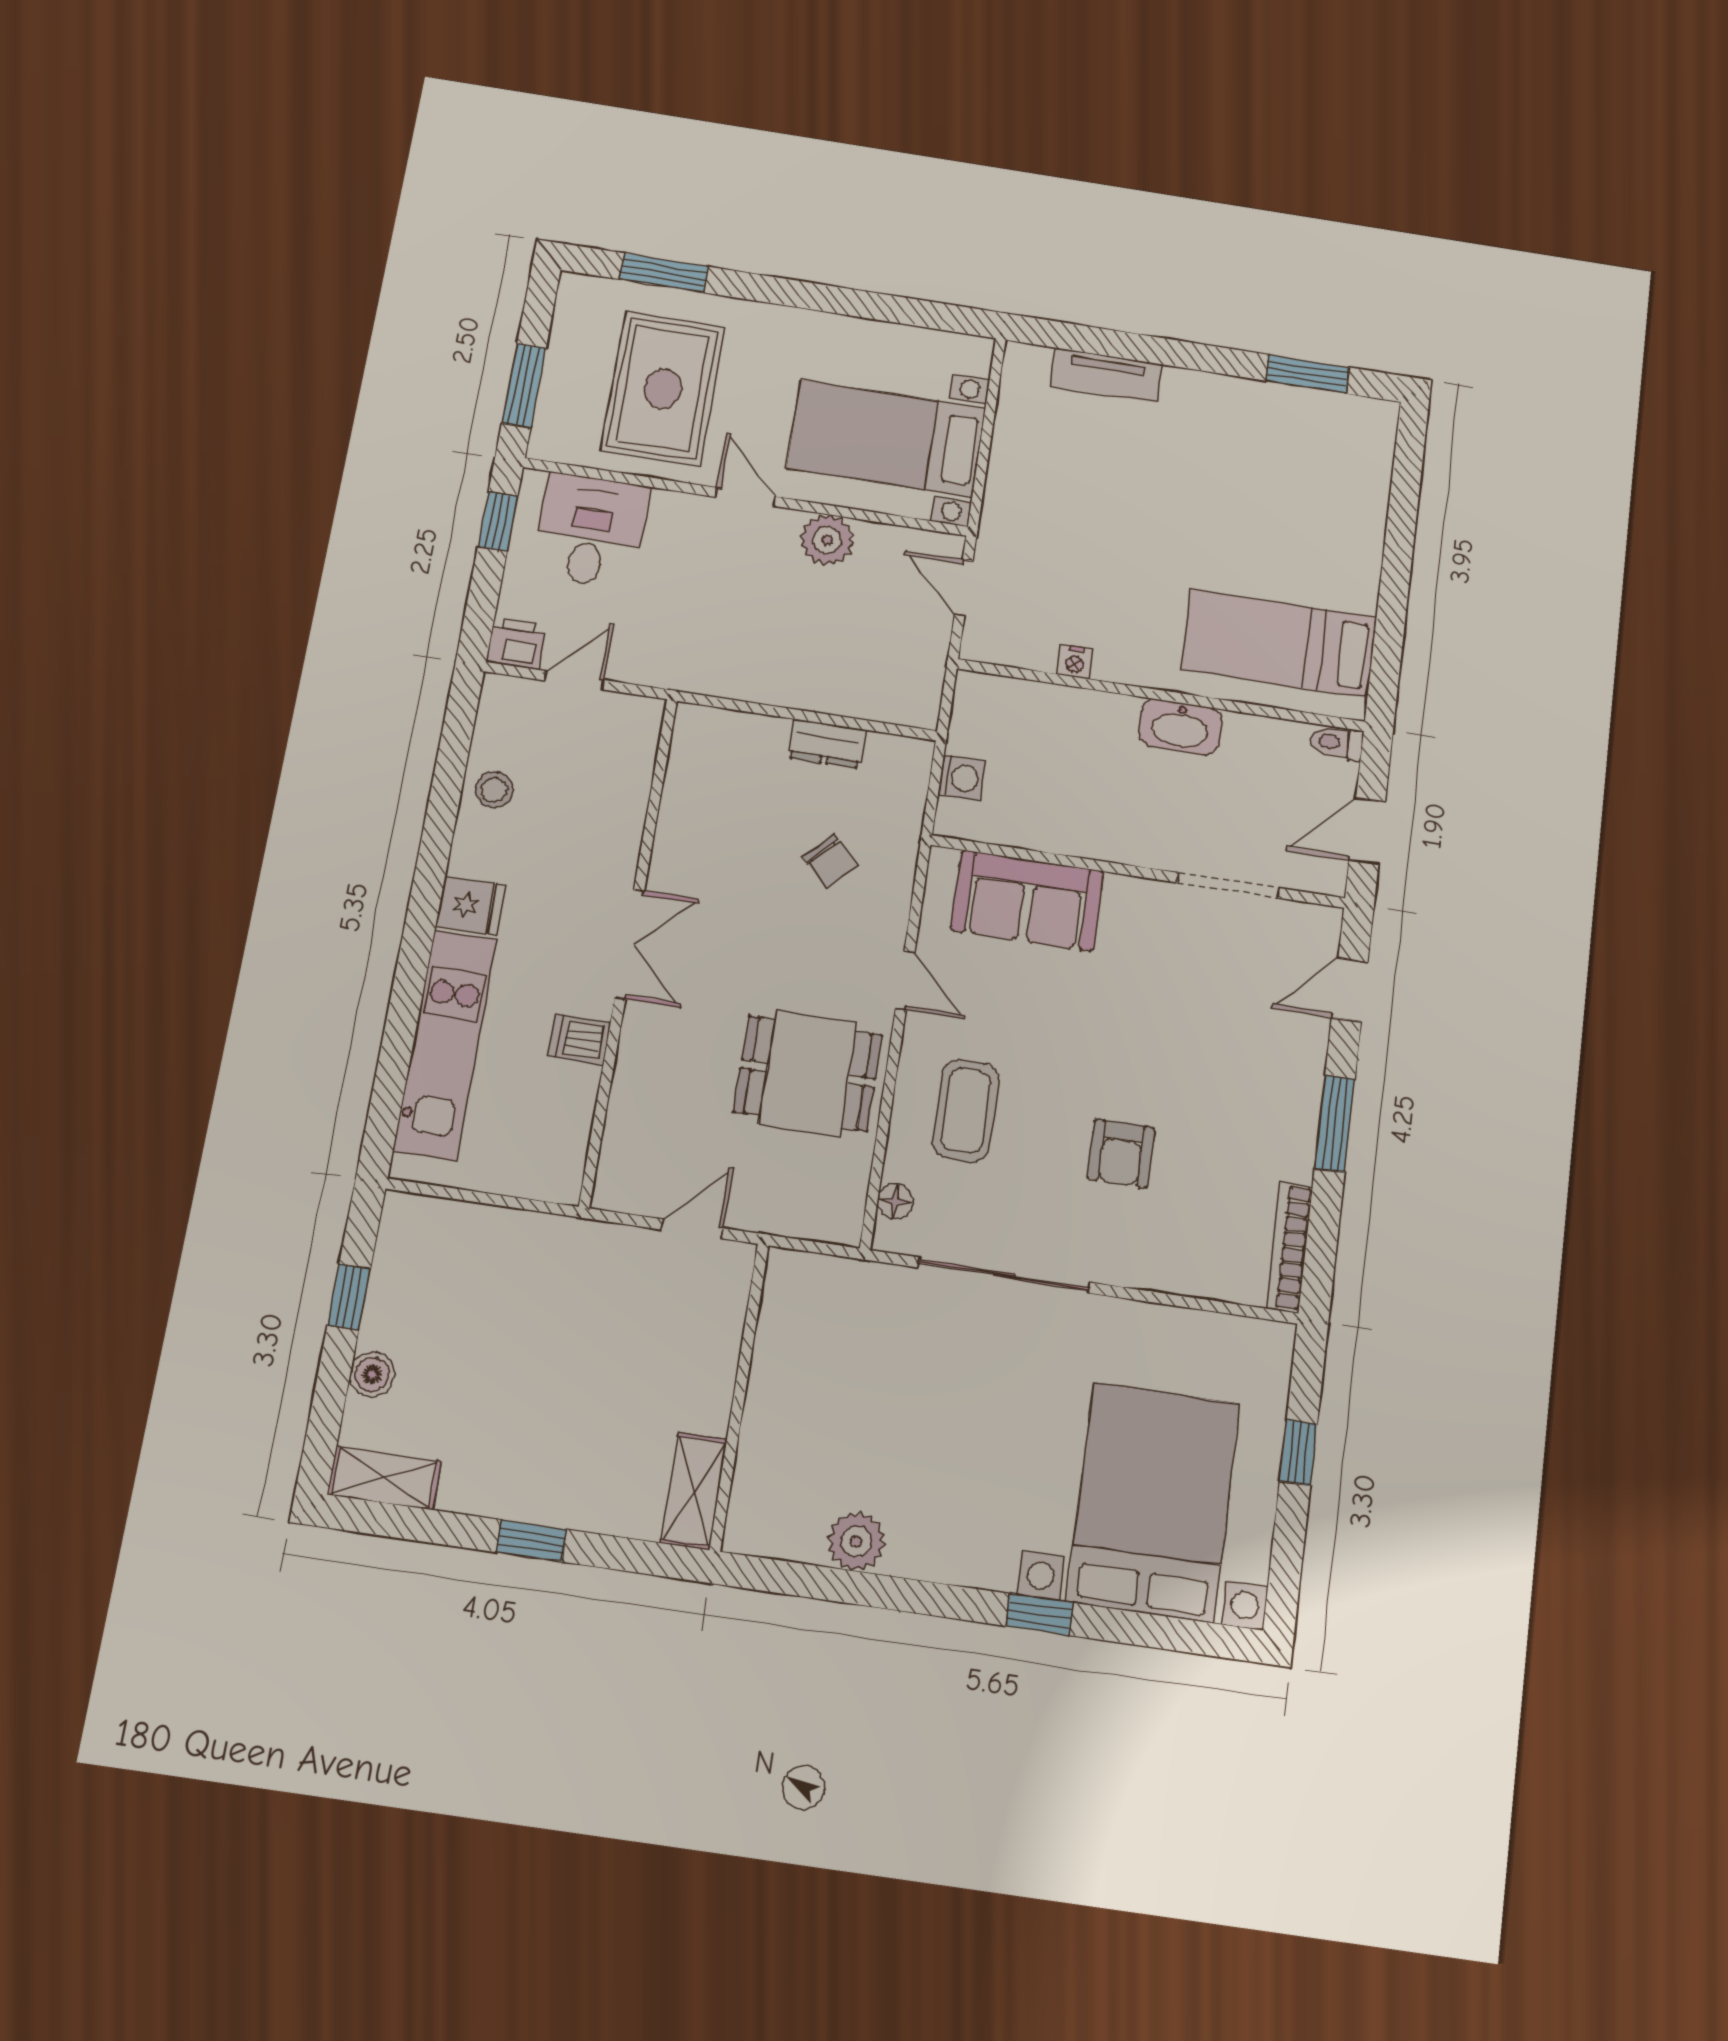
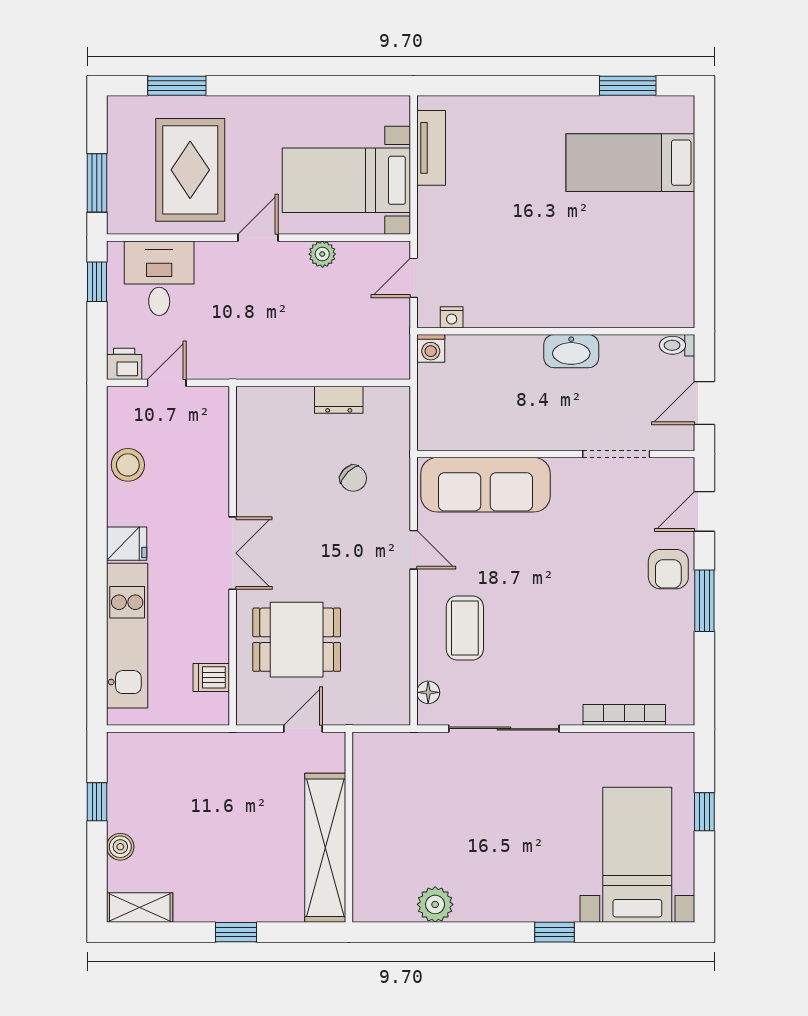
tv unit: (1106, 375) -> (431, 148), moved, turned -90
door: (745, 497) -> (258, 238), hinge flipped
plant: (827, 540) -> (322, 254), width x0.73, depth x0.73
door: (964, 588) -> (414, 278), hinge flipped
bed: (1279, 643) -> (630, 163), moved
nightstand: (1075, 662) -> (452, 317), moved
washing machine: (961, 778) -> (431, 348), moved, turned 90
stool: (494, 790) -> (128, 465), width x1.37, depth x1.37
sofa: (1027, 901) -> (485, 485), width x1.36
dishwasher: (579, 1039) -> (211, 677), moved
dining table: (808, 1073) -> (297, 640), moved
armchair: (1121, 1153) -> (668, 569), moved
bookcase: (1290, 1247) -> (624, 715), moved, turned 90
shelving: (694, 1491) -> (325, 848), width x2.20, depth x1.33
bed with nightstands: (1154, 1502) -> (637, 855), width x0.73

